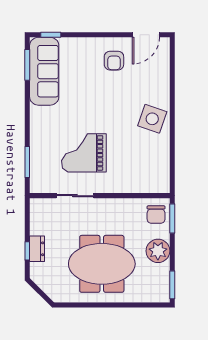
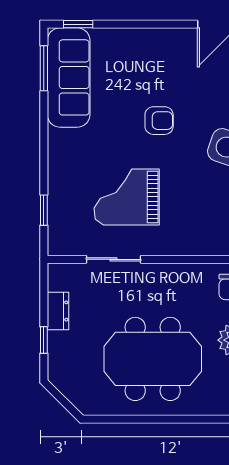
armchair: (114, 61) -> (159, 121), moved, turned -90
window: (27, 162) -> (44, 210), width x0.67
dresser: (37, 249) -> (58, 311), moved

